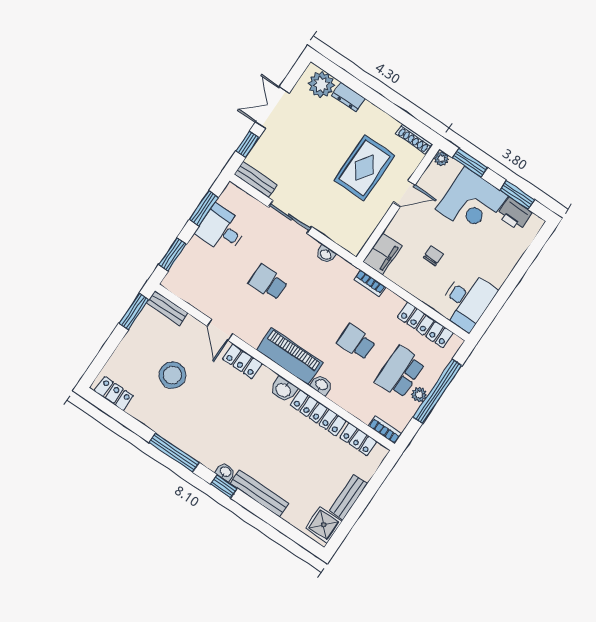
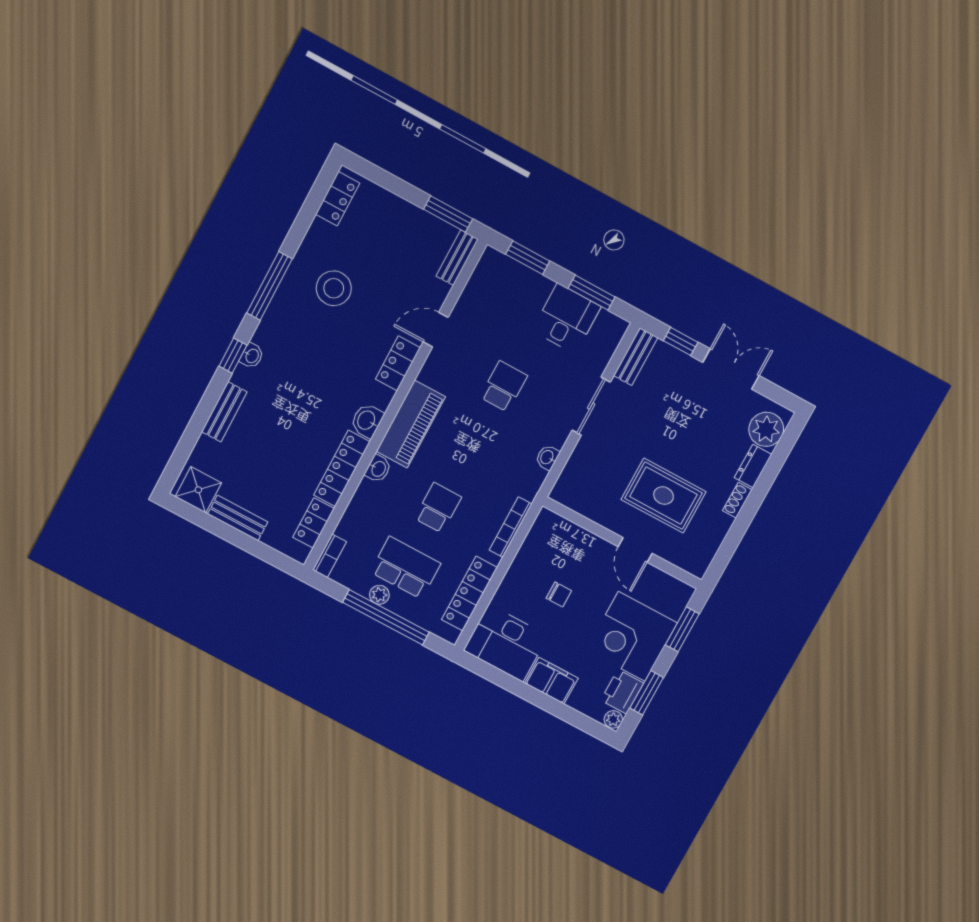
shoe rack: (414, 139) -> (737, 500), moved, width x0.70
plant: (441, 159) -> (613, 719), moved
filing cabinet: (382, 254) -> (551, 681), moved, turned 180
bookcase: (370, 283) -> (511, 527), width x1.56
stool: (172, 375) -> (334, 288), moved
bench: (259, 493) -> (224, 412), width x0.73

